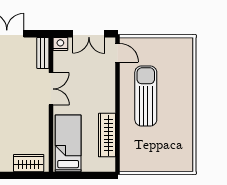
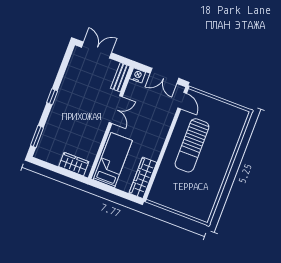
sun lounger: (146, 96) -> (192, 145), turned 180
wardrobe: (107, 135) -> (143, 178), moved

